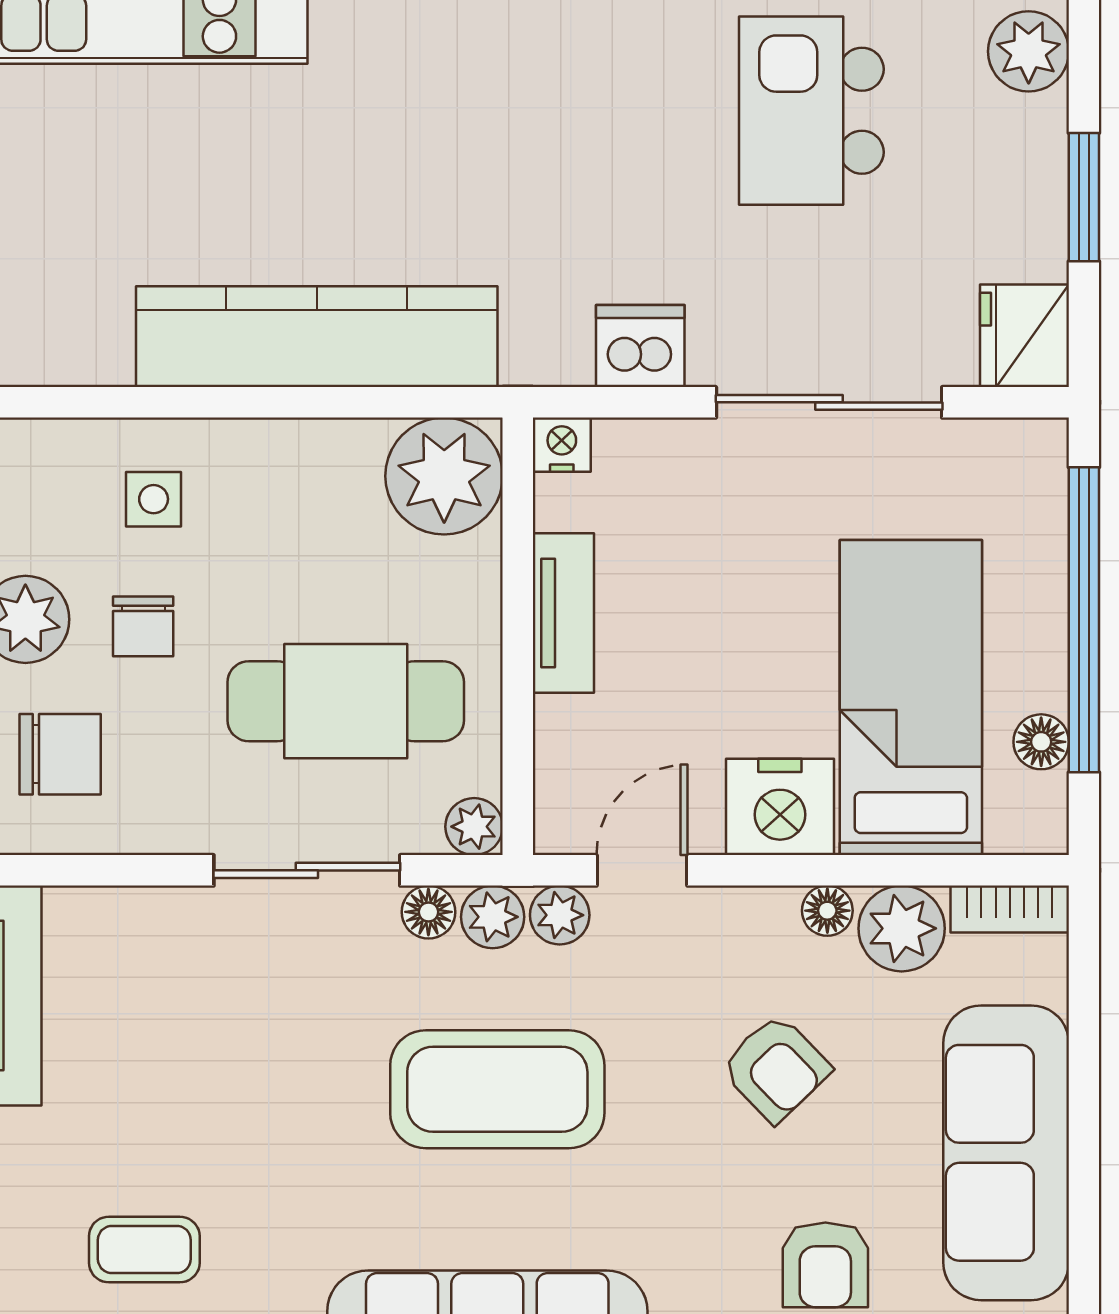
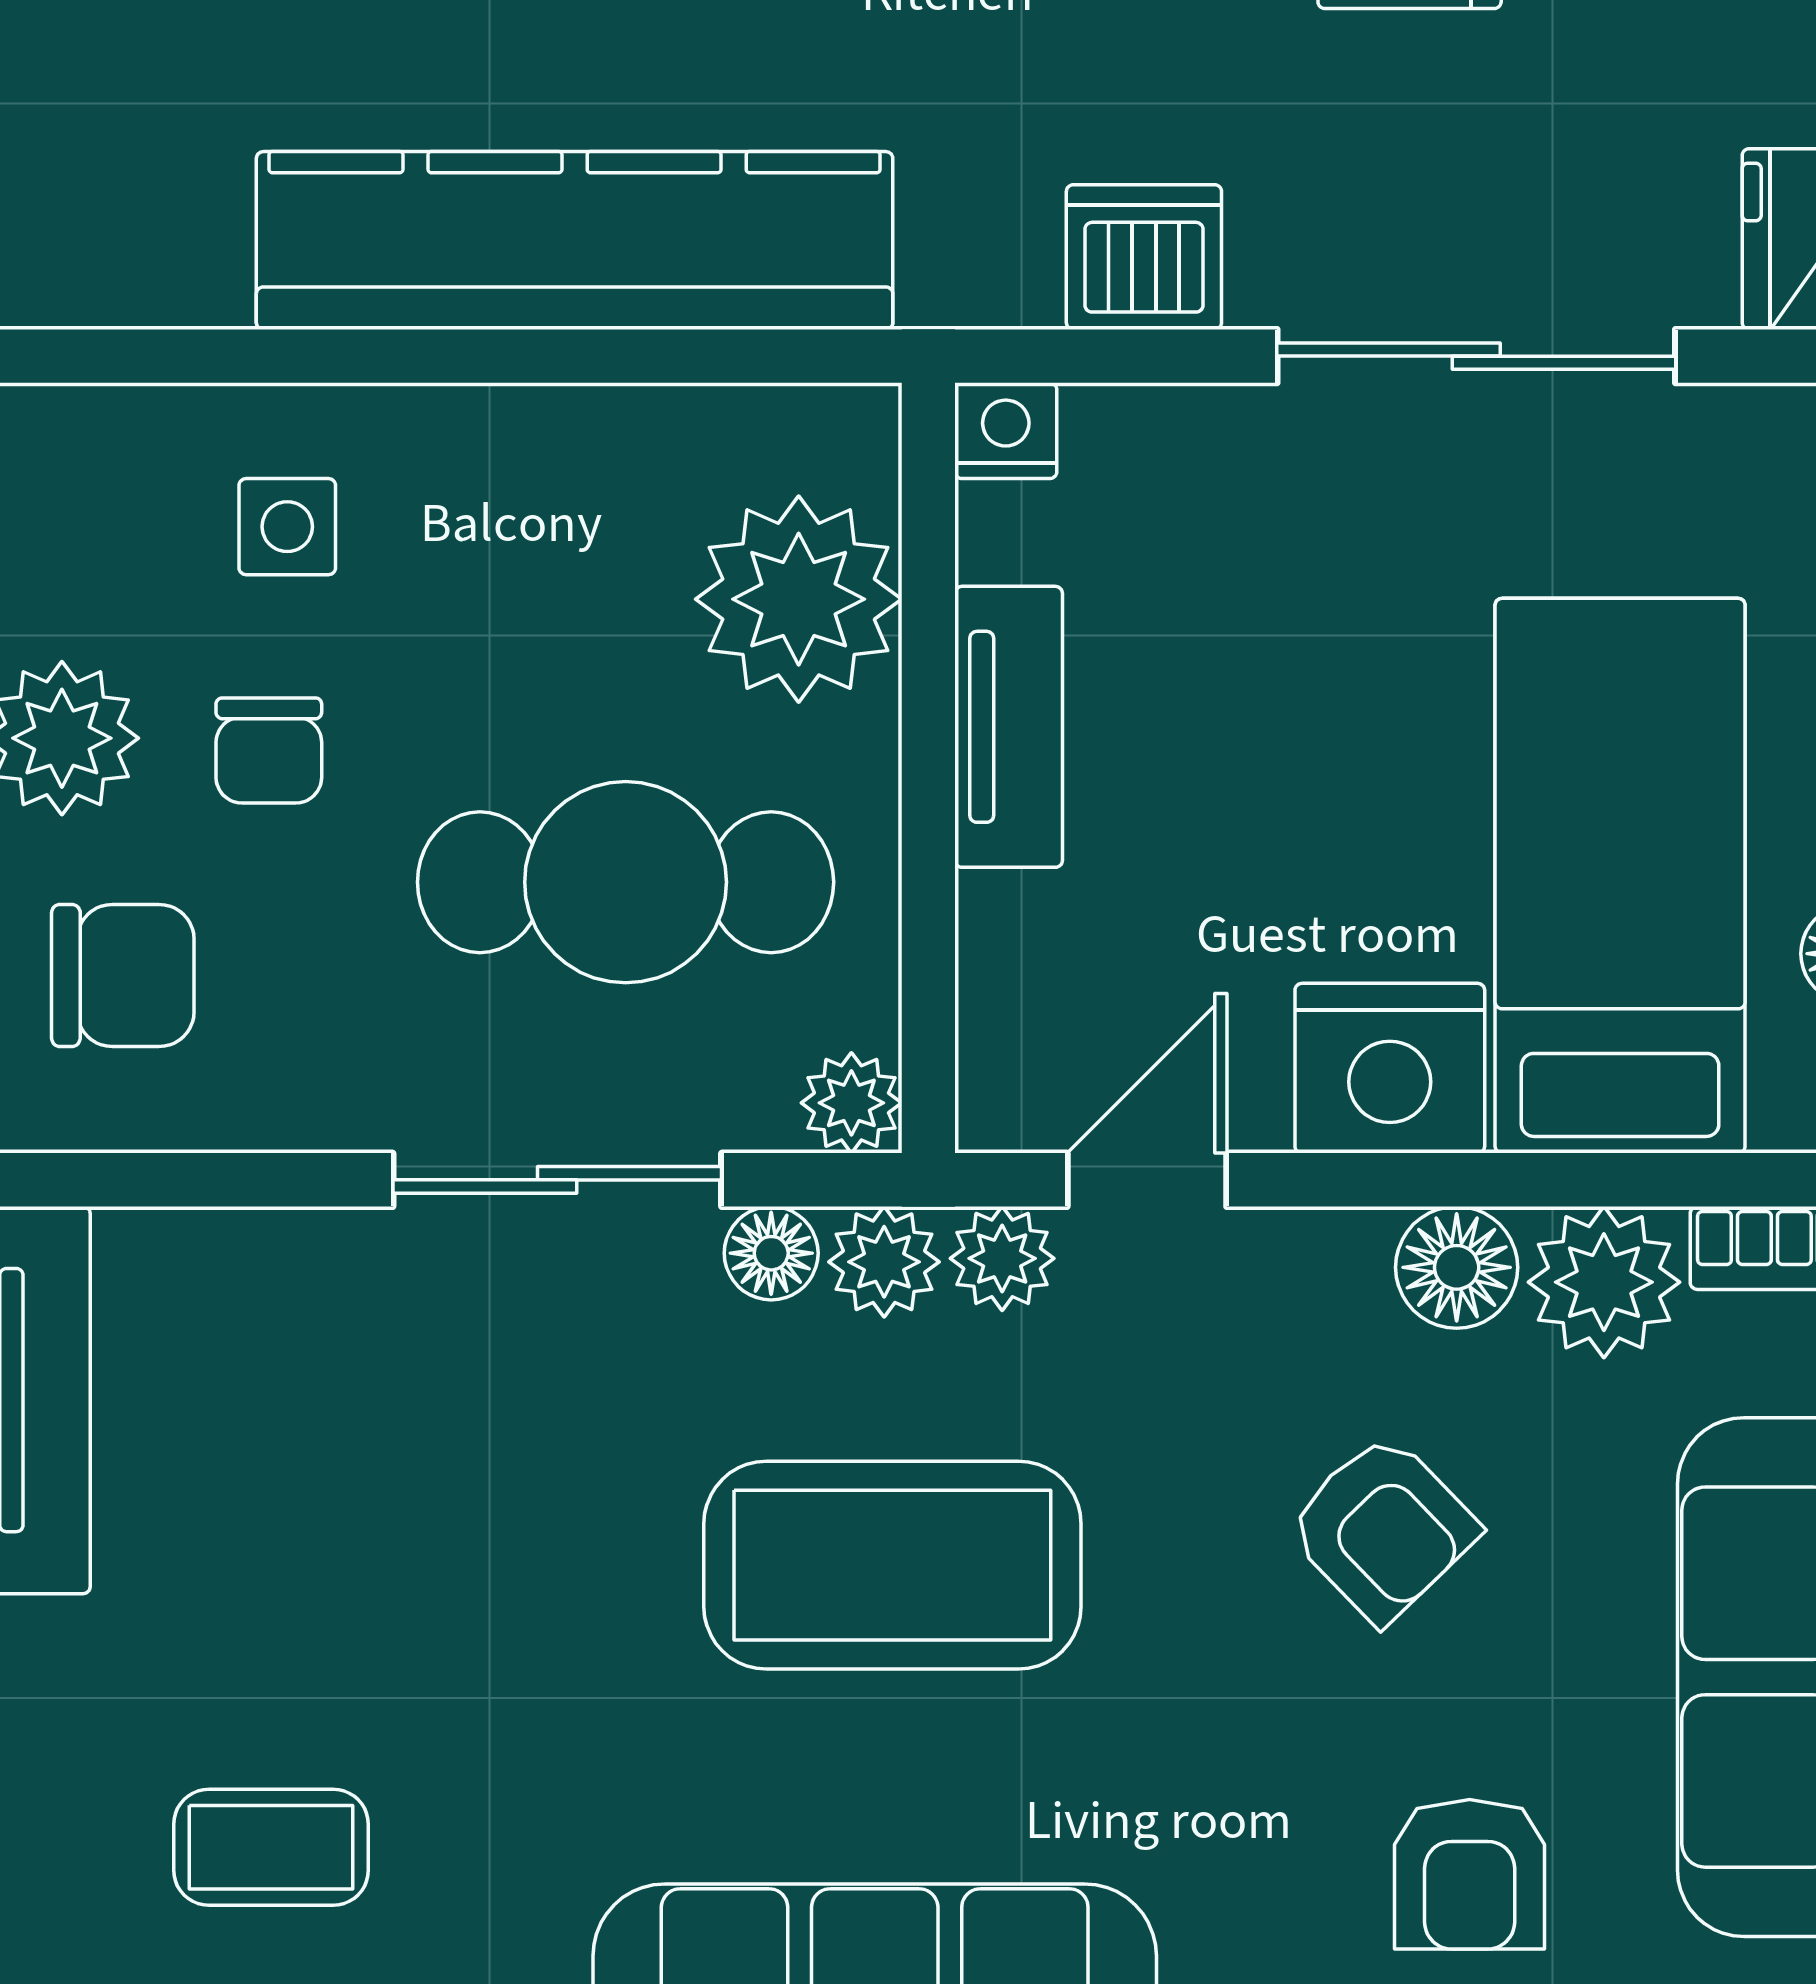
plant: (444, 476) -> (799, 599), moved
floor lamp: (827, 911) -> (1457, 1267), width x1.37, depth x1.37

